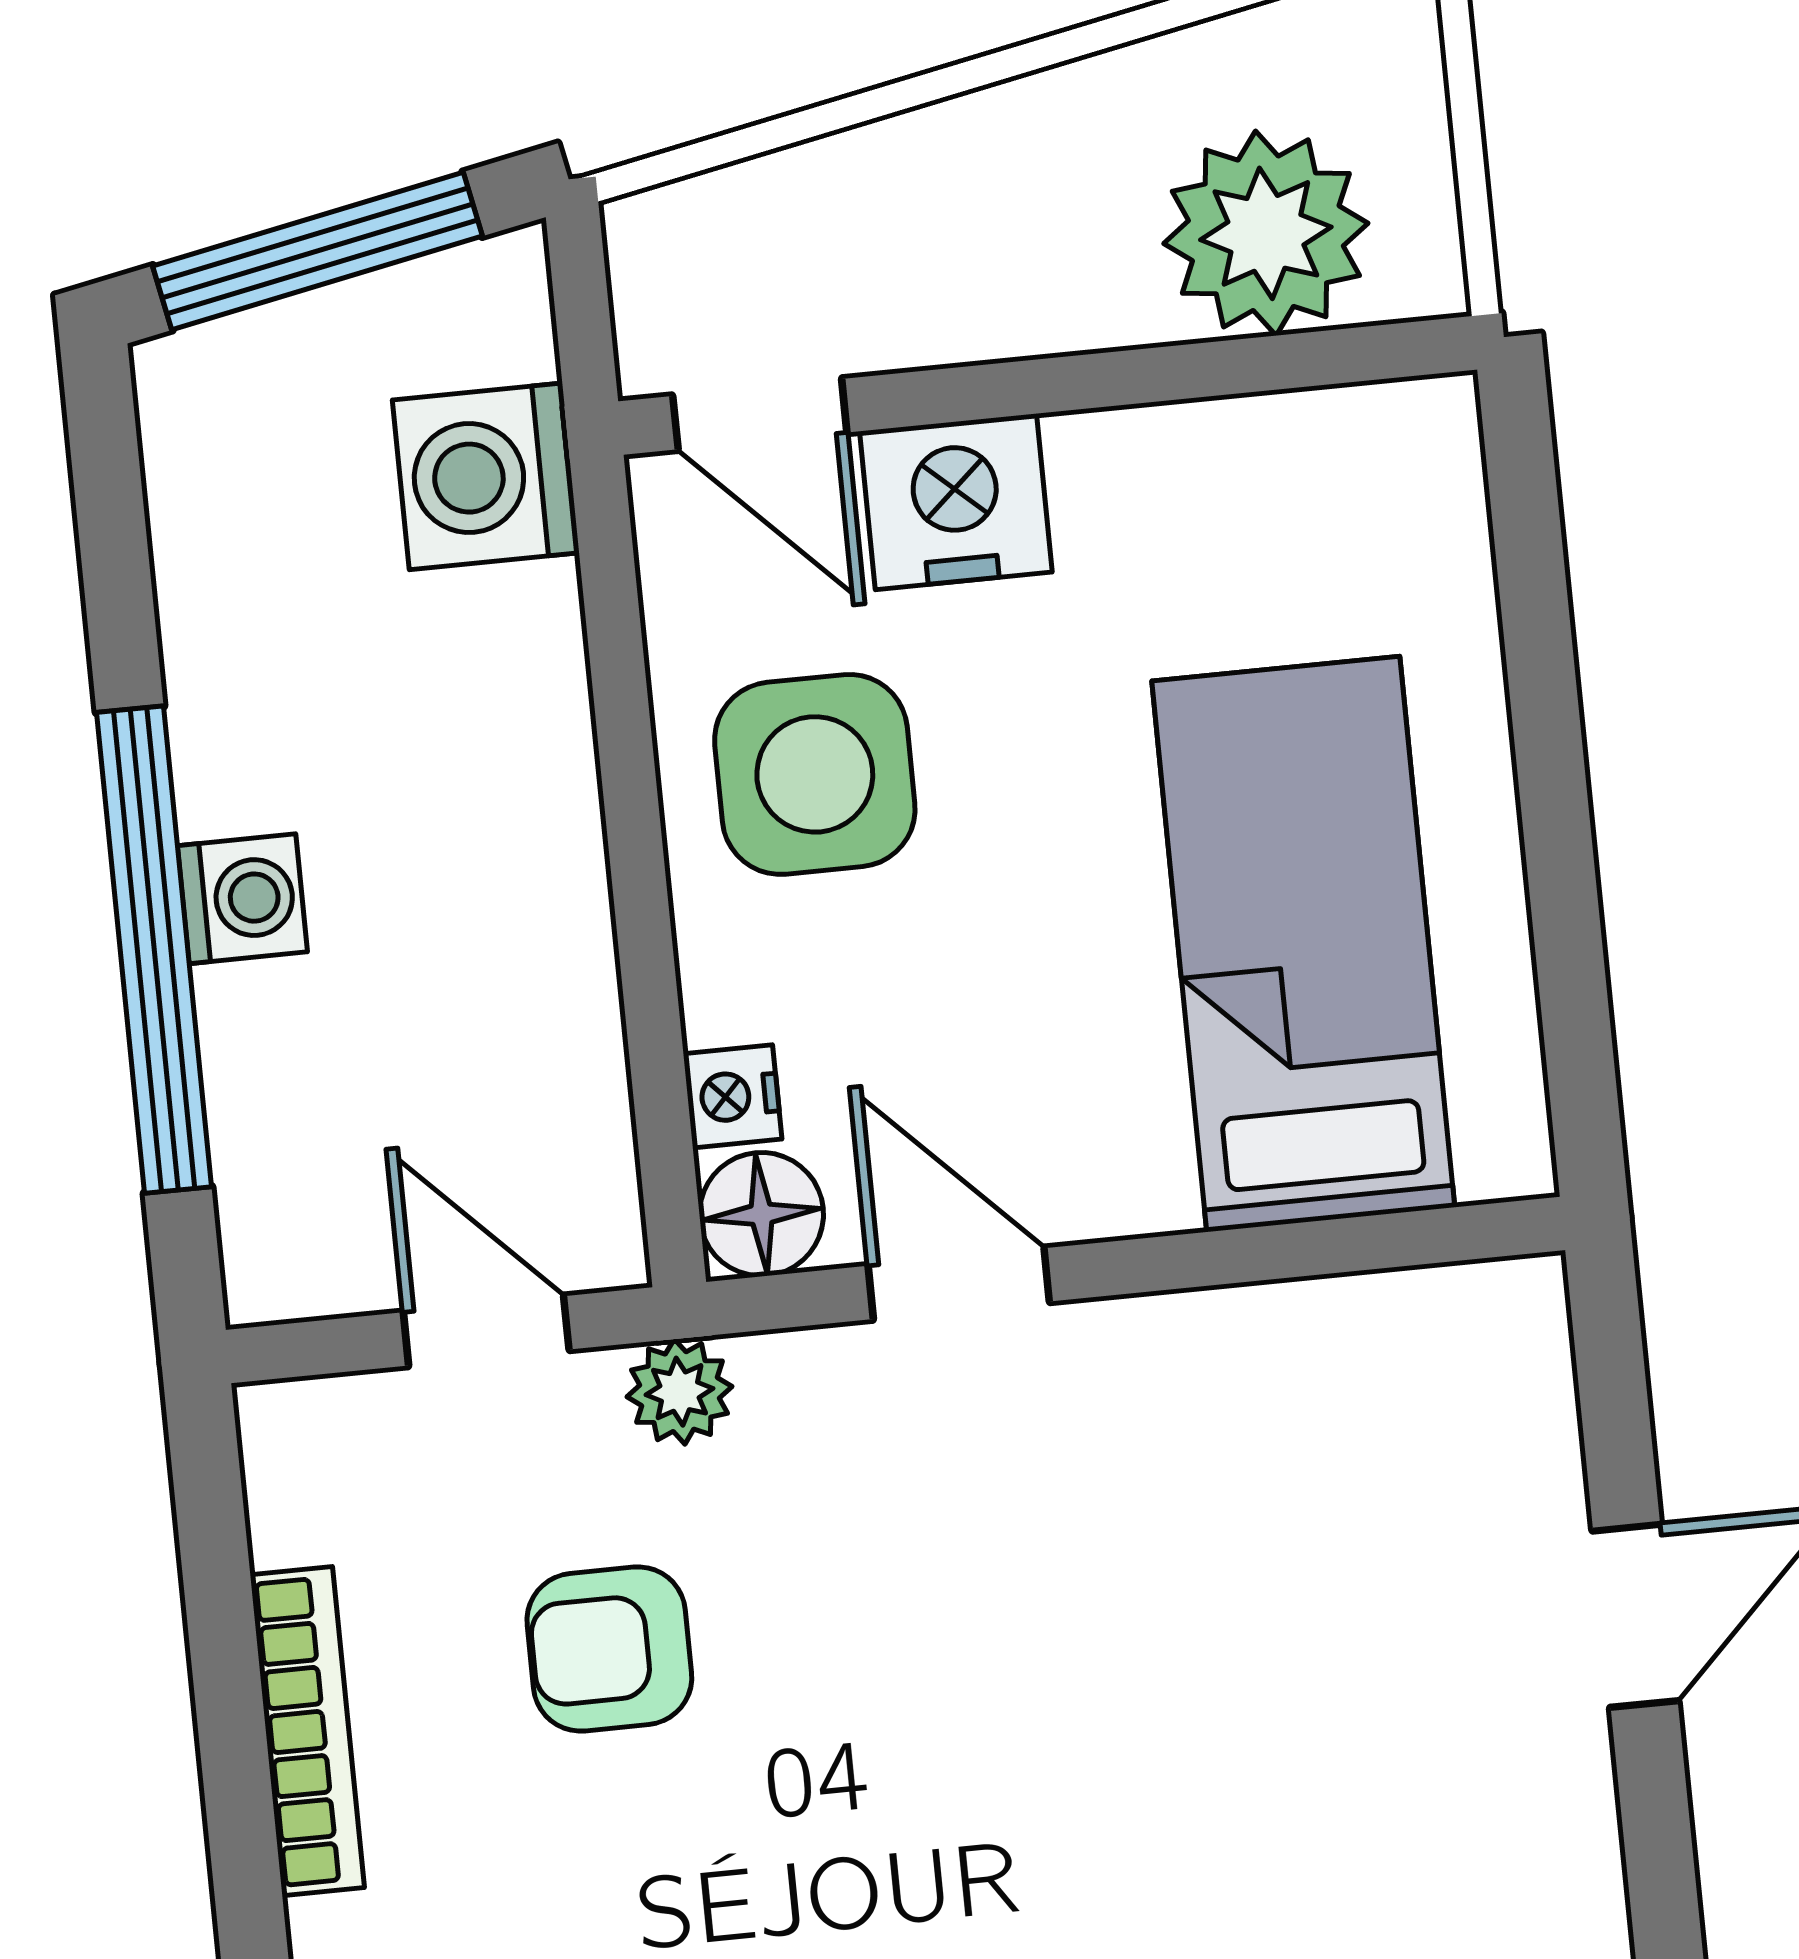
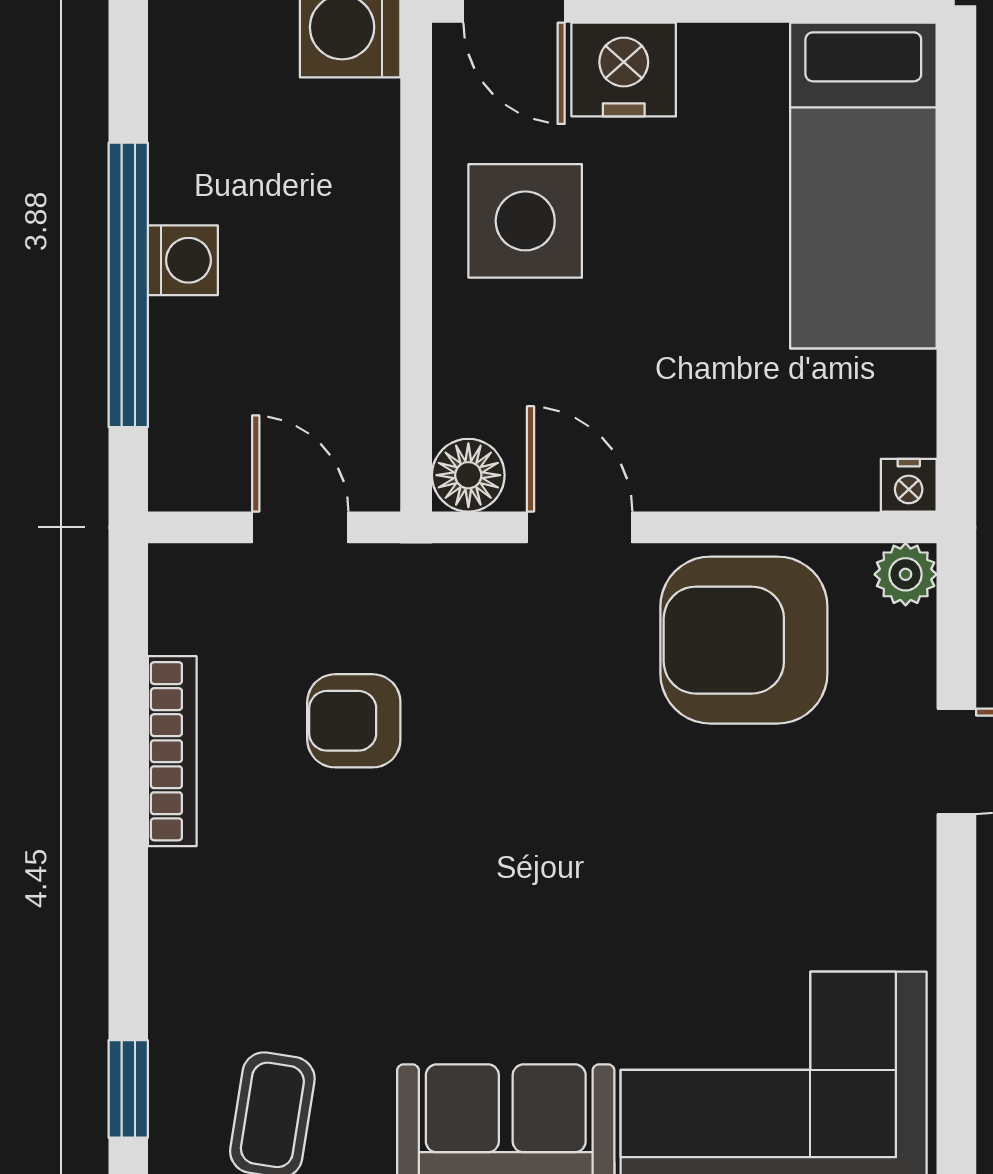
bed: (1303, 944) -> (863, 185), moved, turned 180
nightstand: (733, 1096) -> (909, 485), moved, turned -90
plant: (680, 1392) -> (906, 574), moved
armchair: (1255, 1447) -> (744, 640), added

